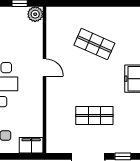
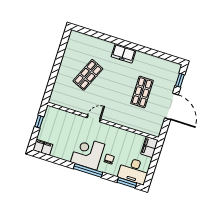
plant: (35, 14) -> (51, 112), removed

